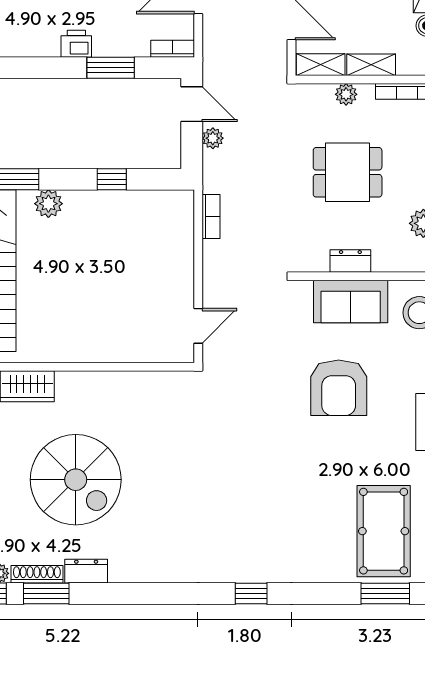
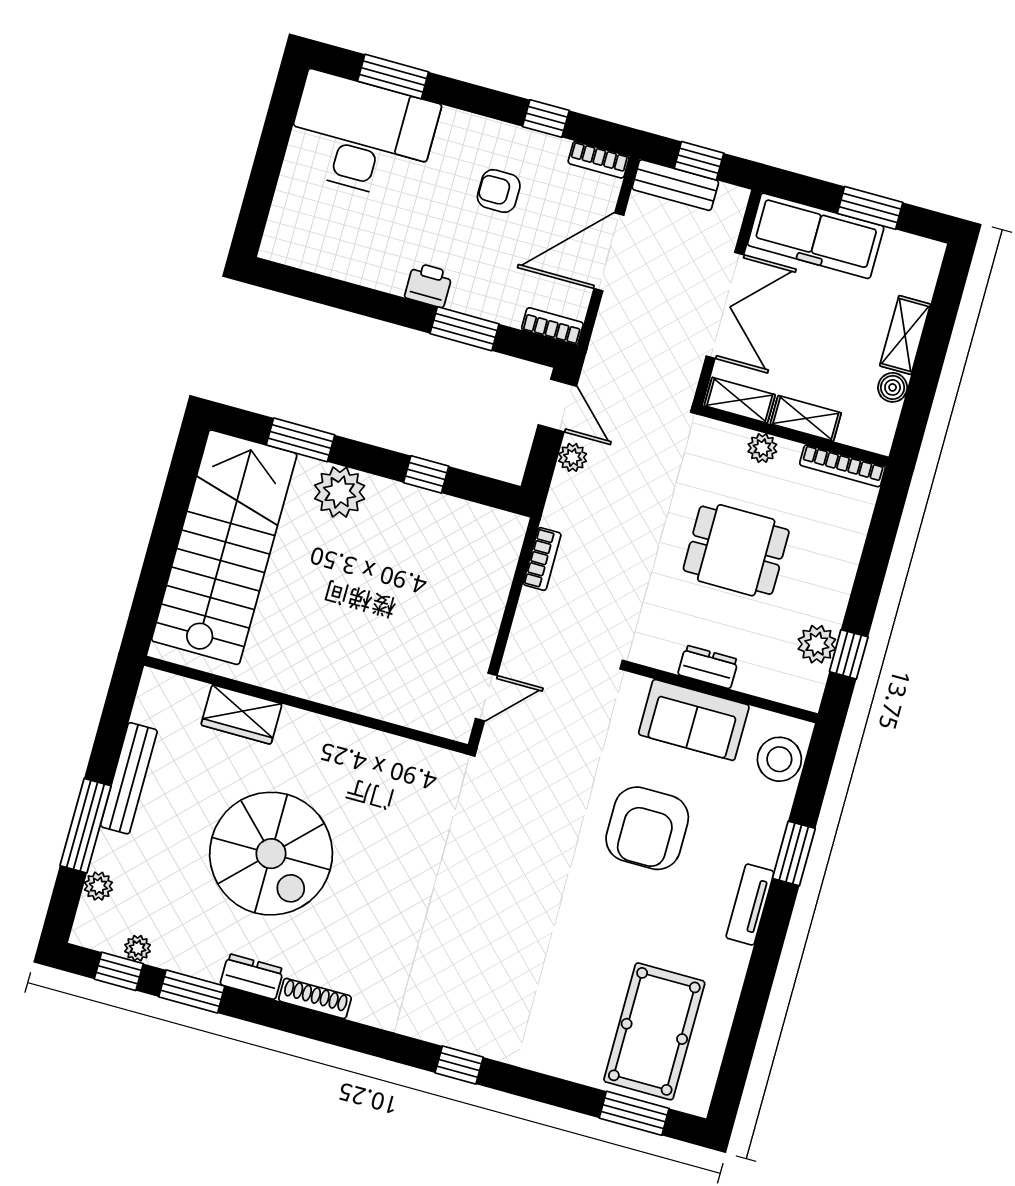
plant: (48, 204) -> (340, 492), width x1.36, depth x1.36
shoe rack: (37, 574) -> (315, 998), moved

